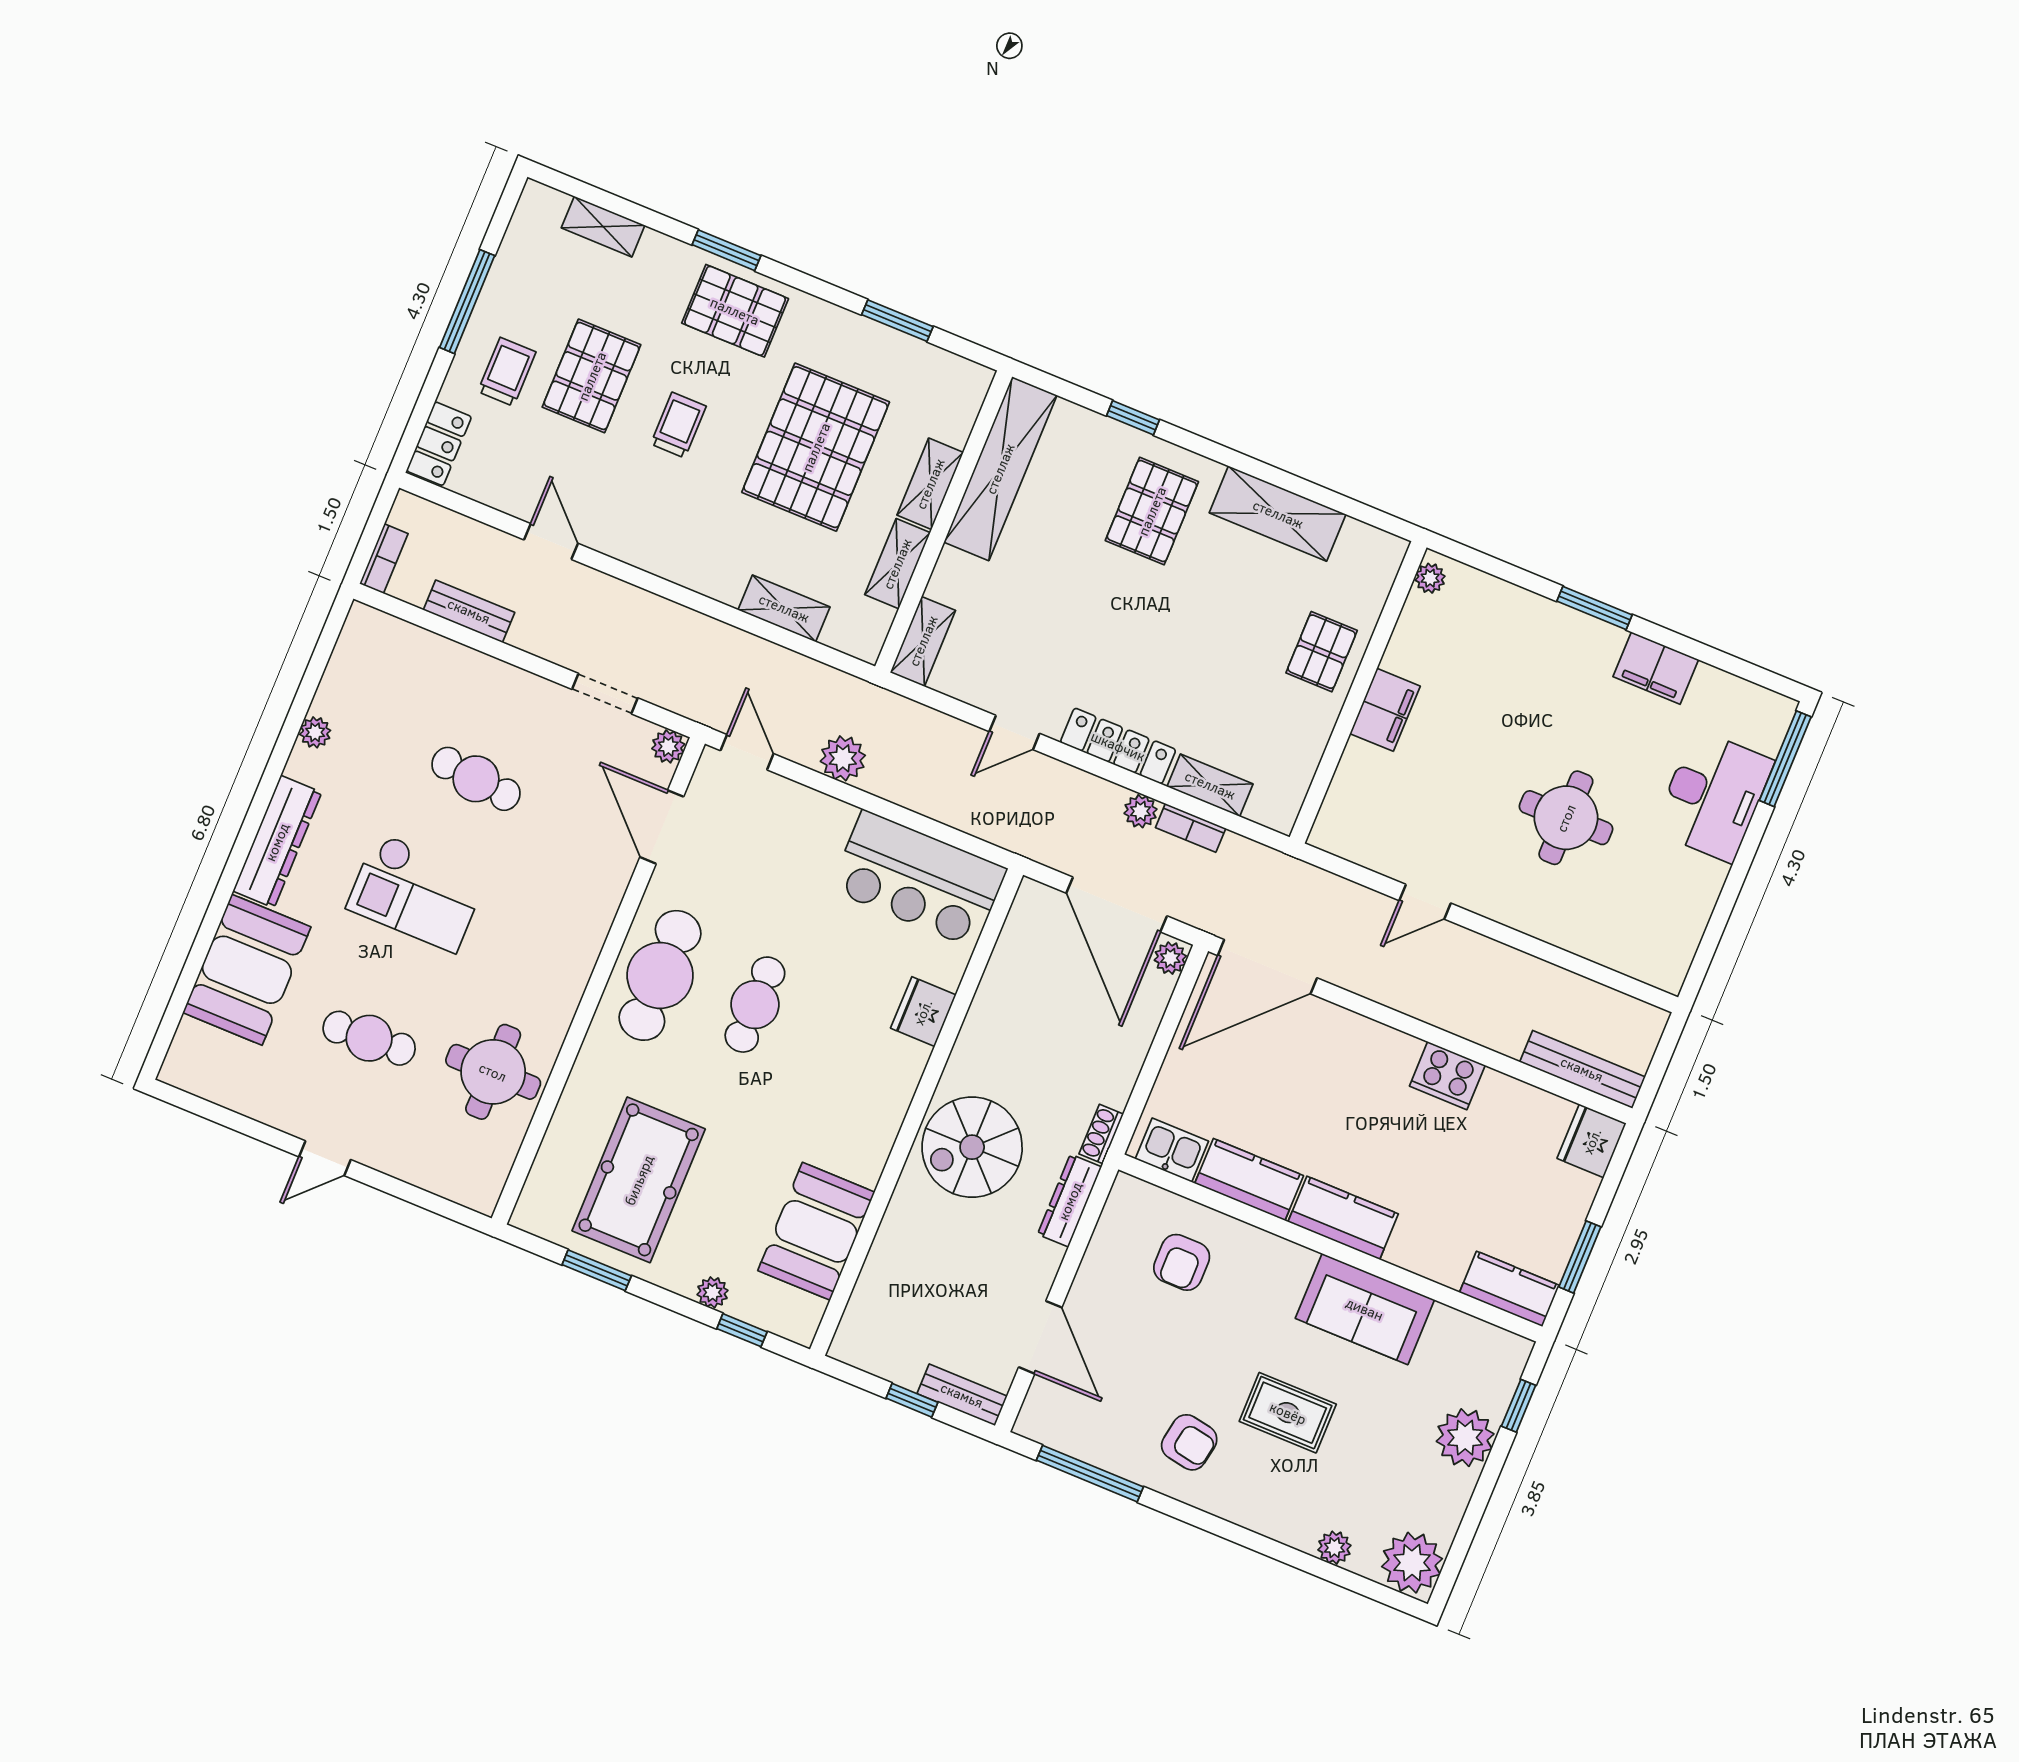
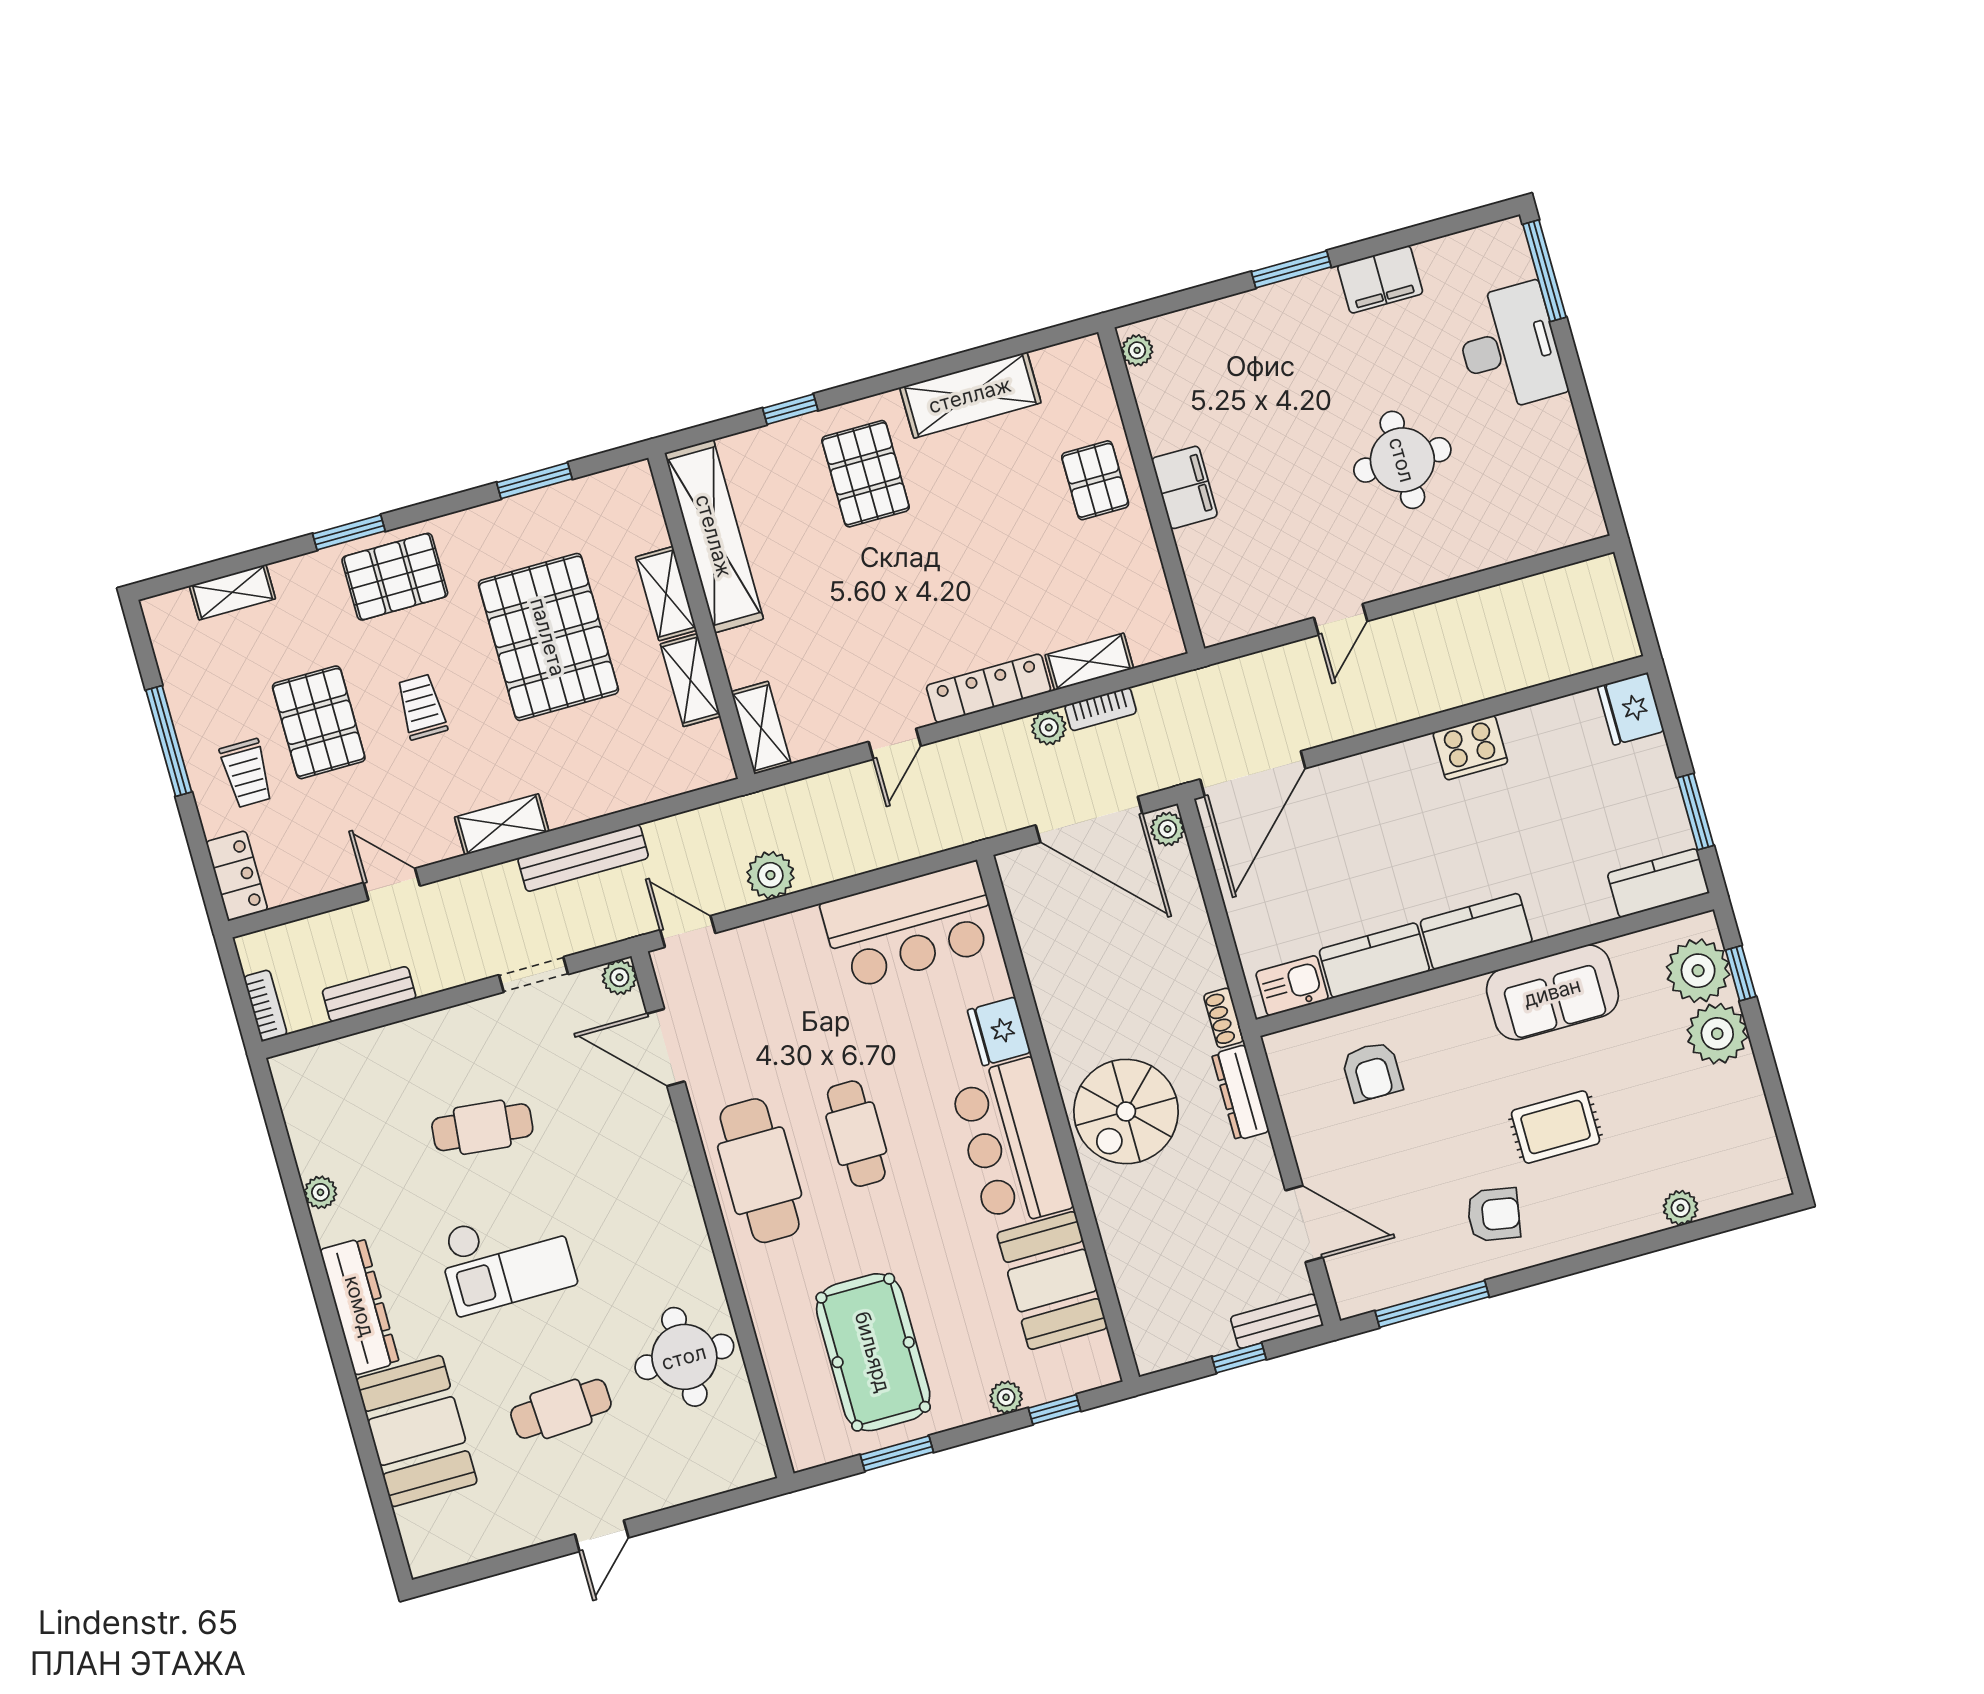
trolley: (507, 372) -> (246, 773), turned 180
shelving: (784, 608) -> (502, 824), moved
bench: (1582, 1069) -> (583, 858), moved
bar counter: (866, 1103) -> (1011, 1143), added
plant: (1412, 1563) -> (1698, 971), moved

